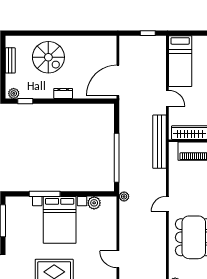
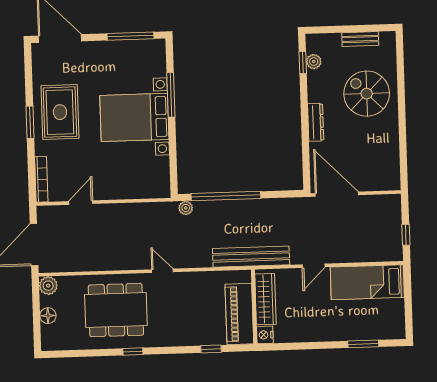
spiral stairs: (48, 57) -> (367, 94), turned 90
plant: (14, 93) -> (314, 62), moved
dresser: (63, 93) -> (316, 122), width x1.44
plant: (124, 196) -> (186, 208), moved
plant: (94, 203) -> (160, 166), removed

